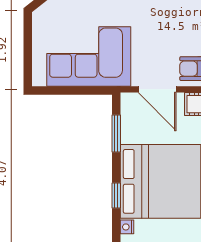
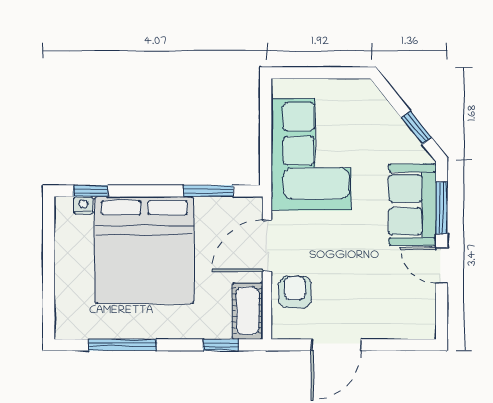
window: (116, 196) -> (91, 191), moved

